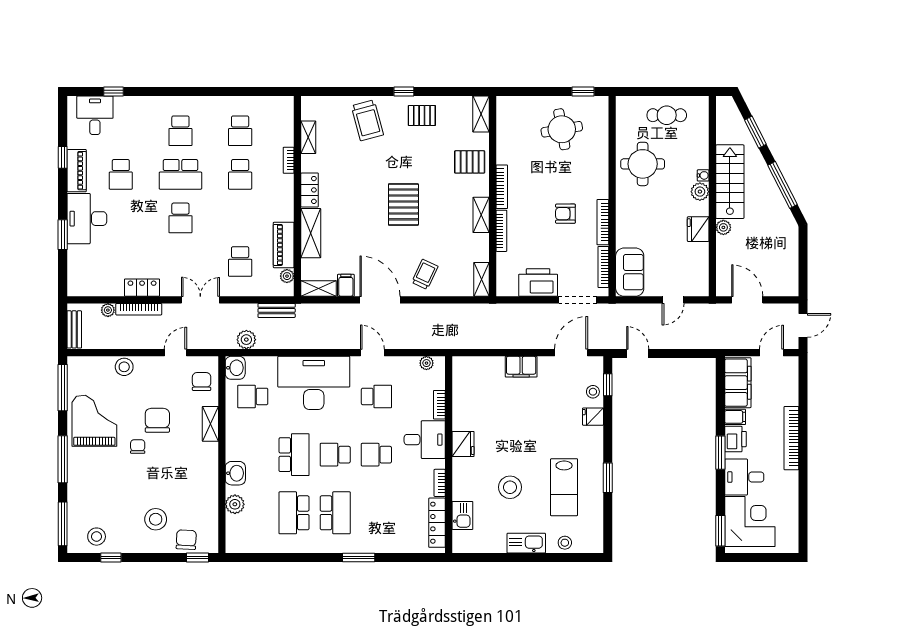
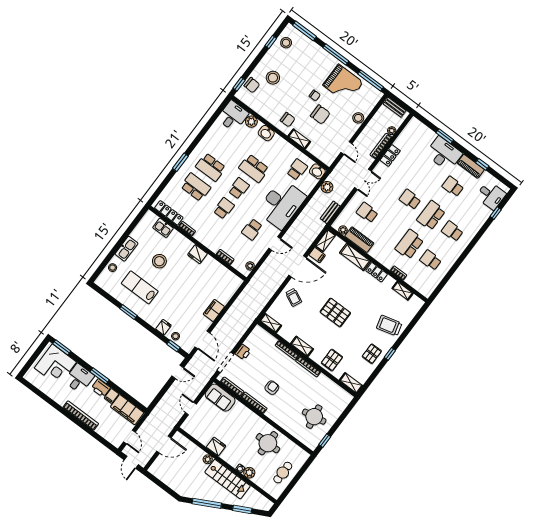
school desk: (240, 174) -> (409, 244), width x1.85
plant: (700, 192) -> (249, 473), moved
printer: (538, 282) -> (243, 352), width x0.53, depth x0.68
chair: (202, 382) -> (288, 120), moved
desk: (425, 440) -> (233, 116), moved, turned 180
school desk: (294, 513) -> (196, 187), moved

